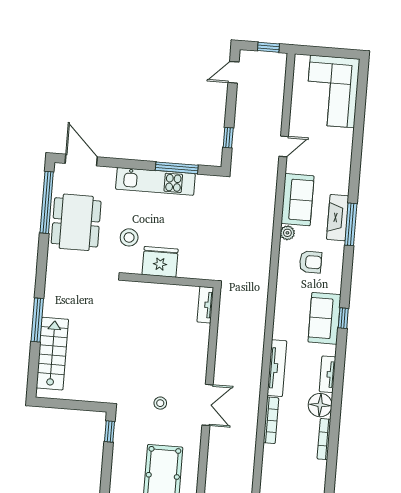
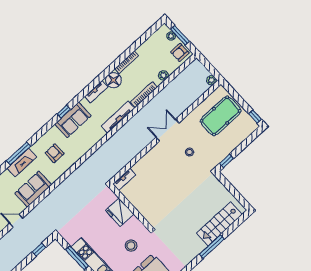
plant: (287, 233) -> (163, 75), moved
fridge: (160, 262) -> (120, 212), moved

